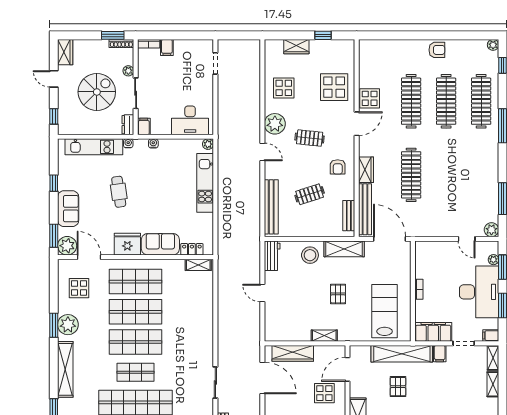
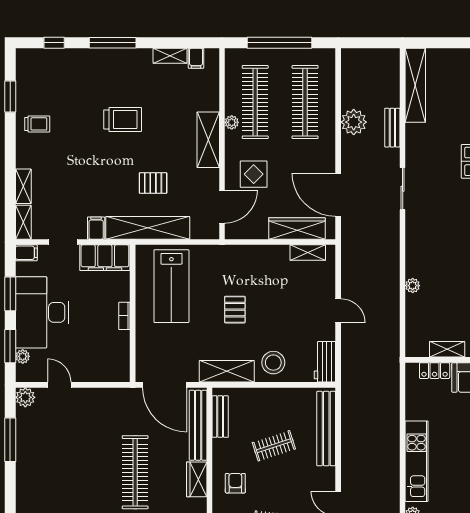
shelving: (198, 265) -> (447, 349), moved
plant: (208, 312) -> (413, 286), added
shelving: (324, 336) -> (308, 253), moved
pallet: (398, 387) -> (153, 183), turned 90

